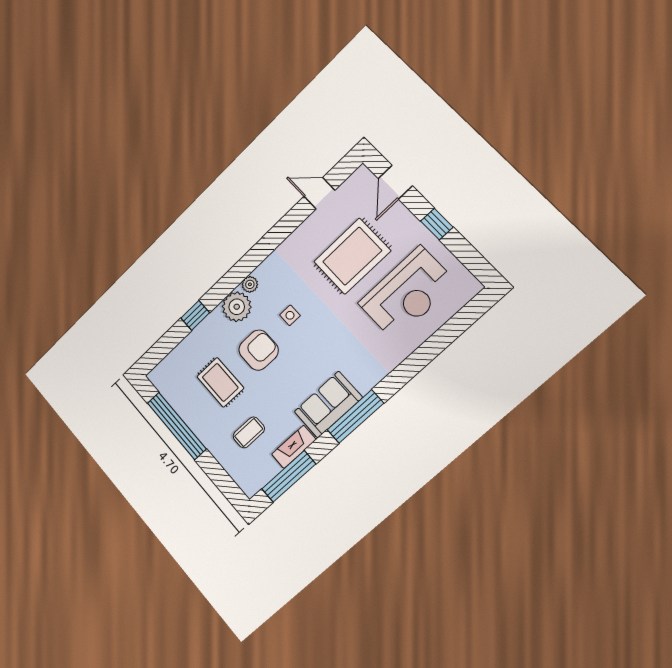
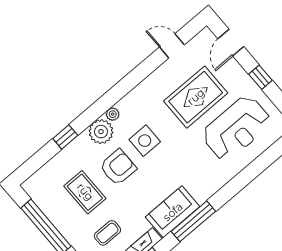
side table: (290, 315) -> (145, 141), width x1.87, depth x1.87

